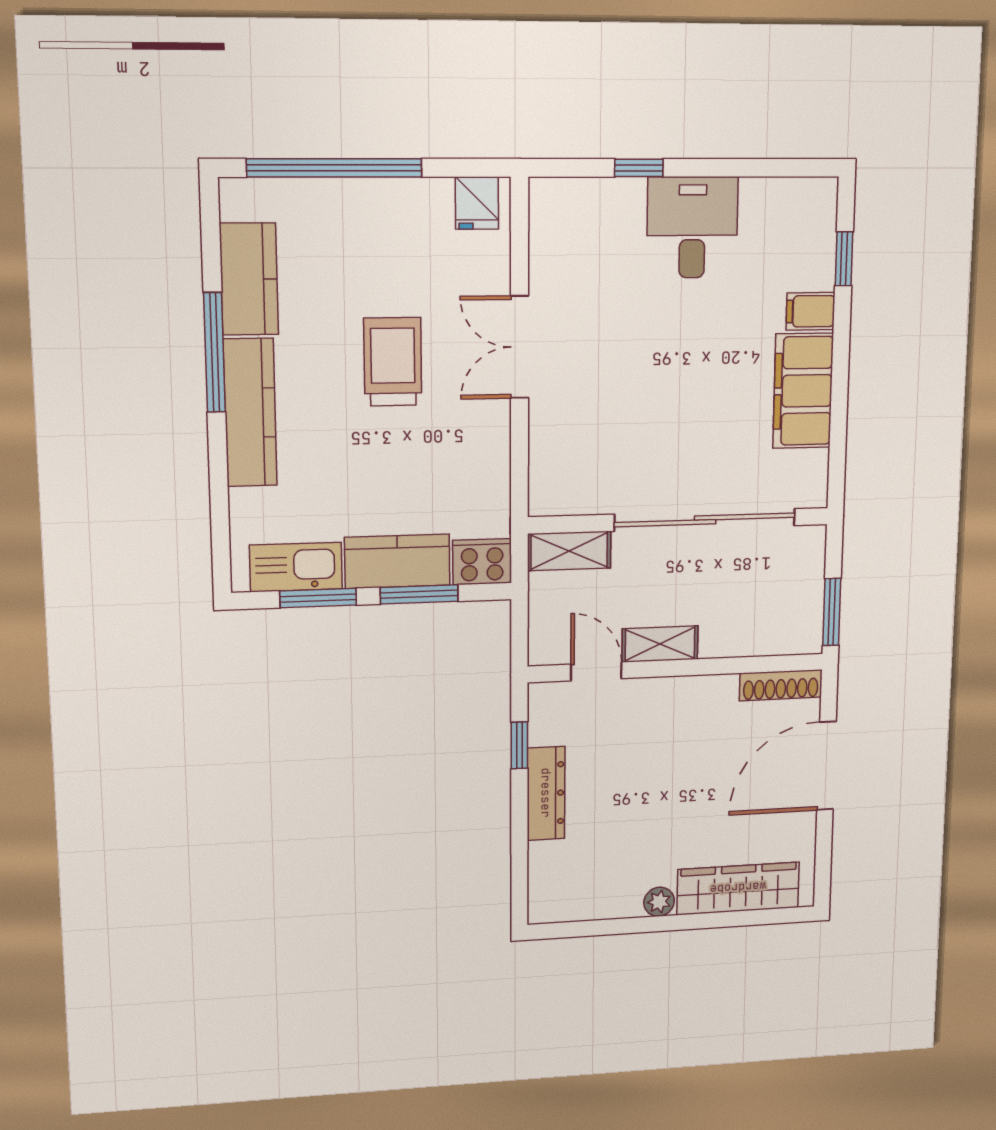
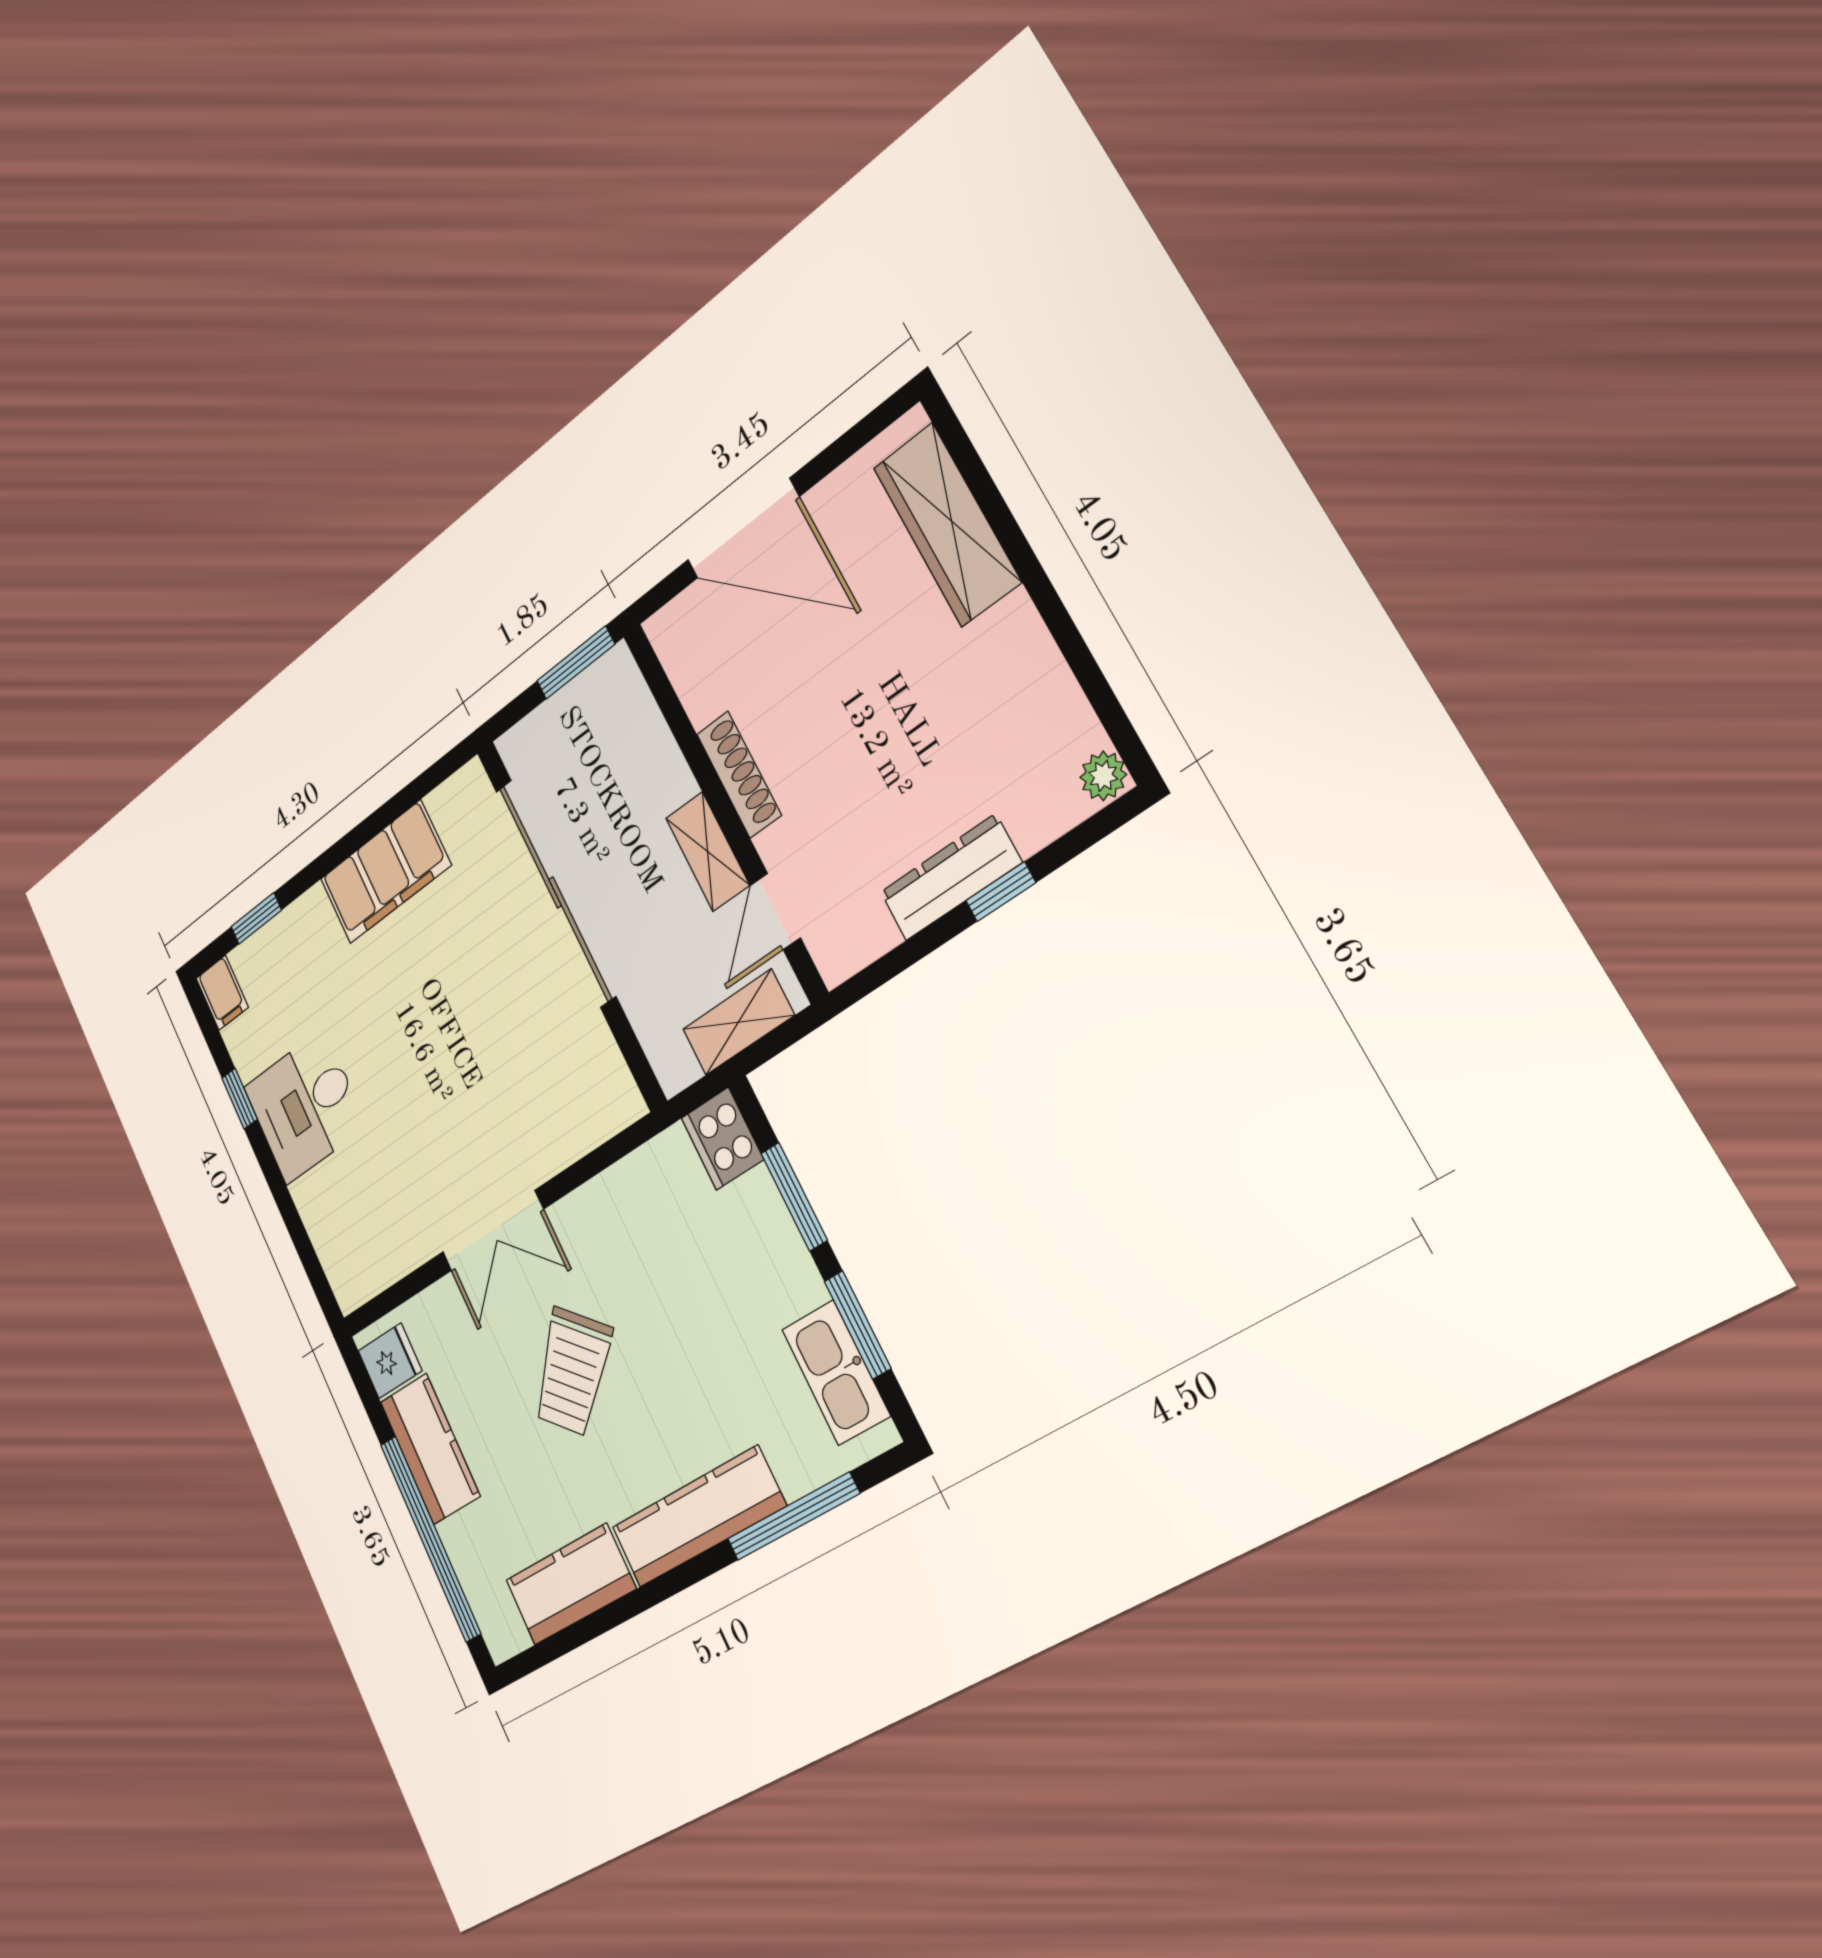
window: (639, 168) -> (240, 1099), moved
filing cabinet: (810, 311) -> (222, 993), moved
window: (214, 353) -> (793, 1516), moved
trolley: (393, 362) -> (572, 1372), turned -46
shelving: (569, 551) -> (738, 1022), moved, turned 90
kitchen counter: (397, 561) -> (430, 1449), moved, turned 180
shoe rack: (781, 685) -> (739, 775), moved
window: (519, 745) -> (1001, 892), moved
plant: (659, 902) -> (1103, 776), moved

